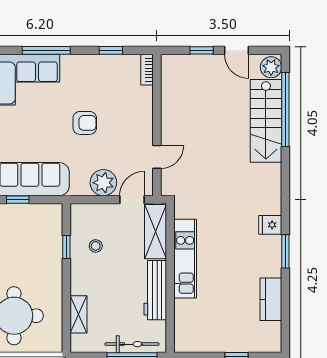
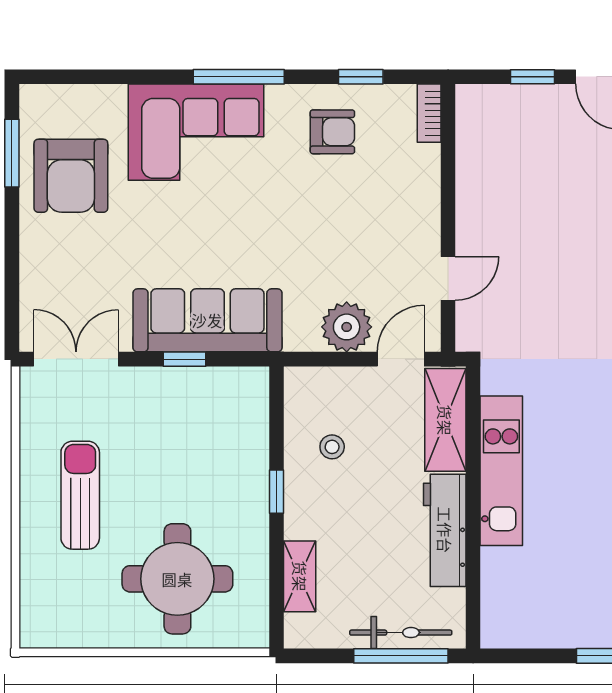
armchair: (85, 123) -> (332, 132), moved
window: (66, 247) -> (276, 492), moved

